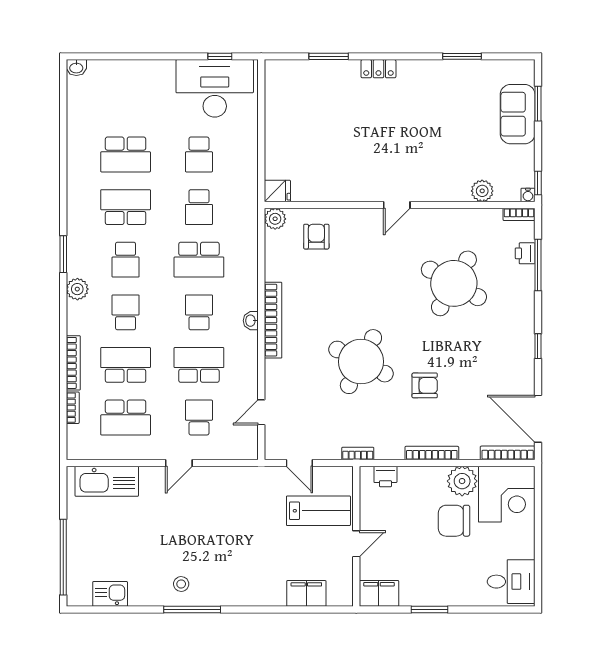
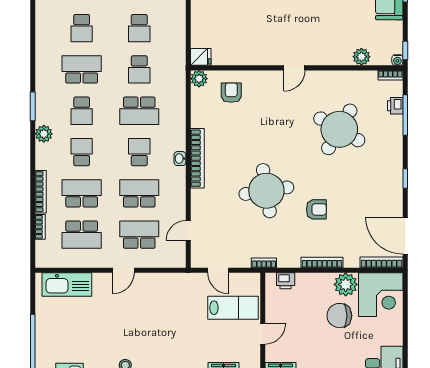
school desk: (126, 154) -> (82, 28), width x0.54
round table: (361, 362) -> (266, 191), turned -36
school desk: (199, 418) -> (139, 235), width x1.85

